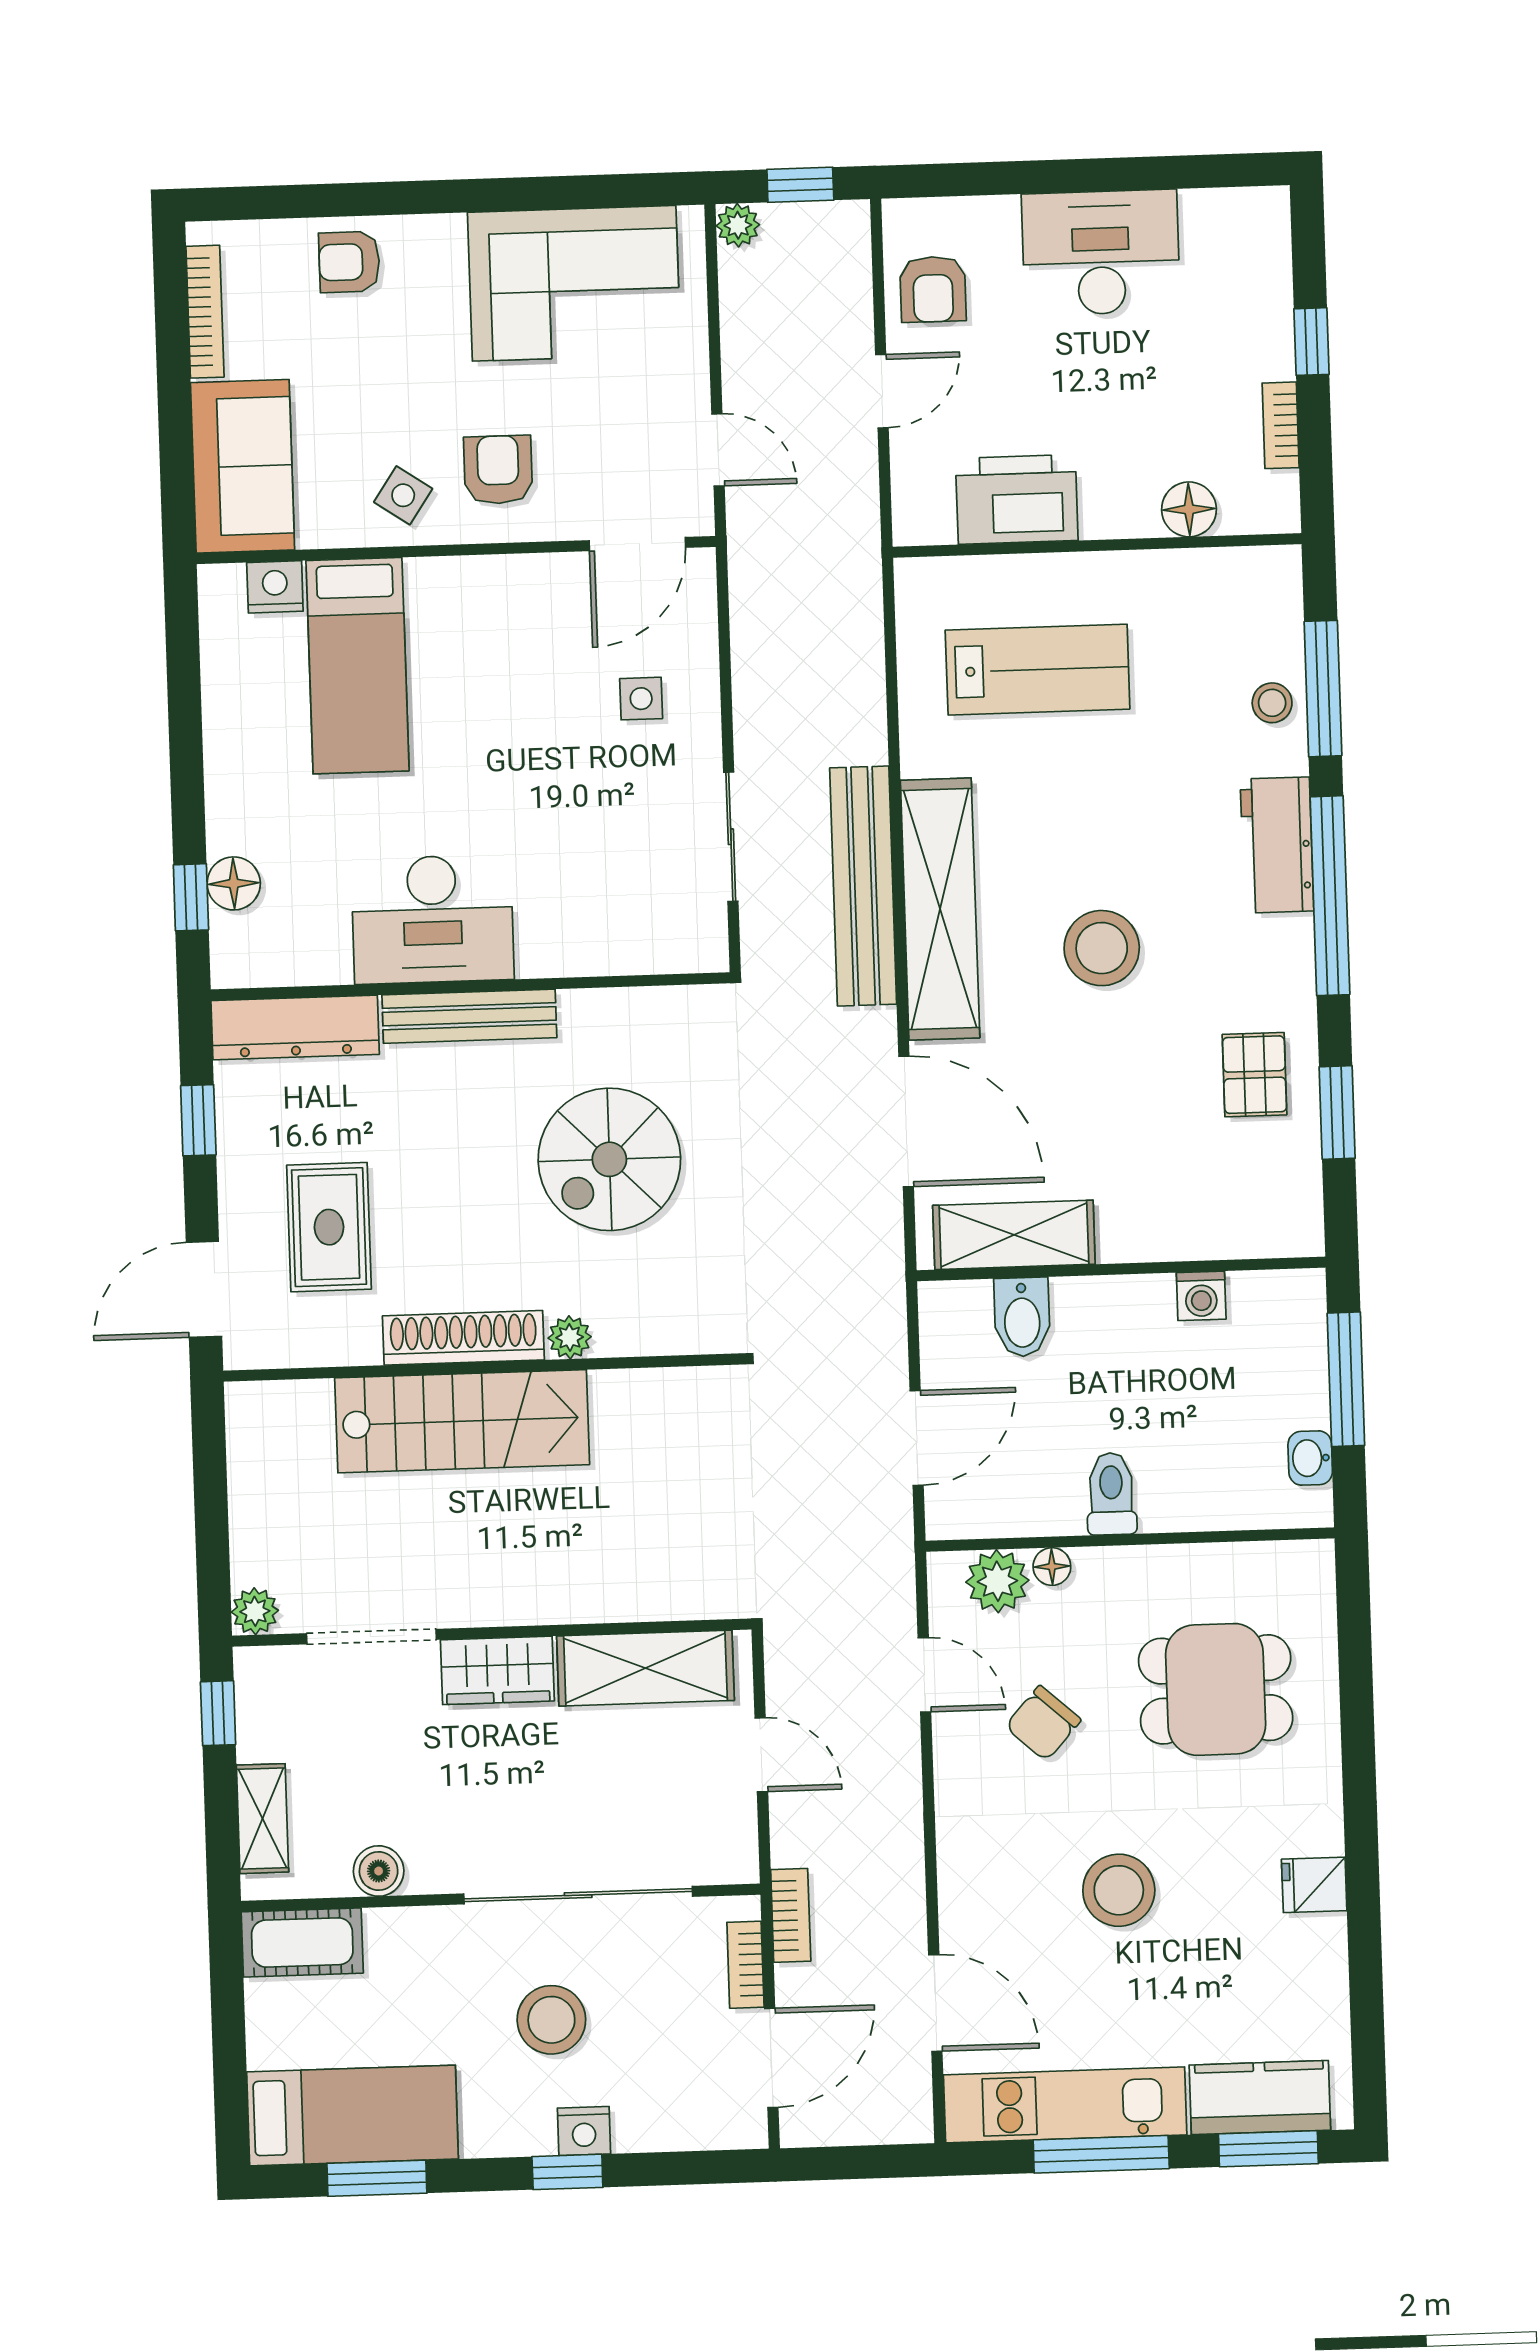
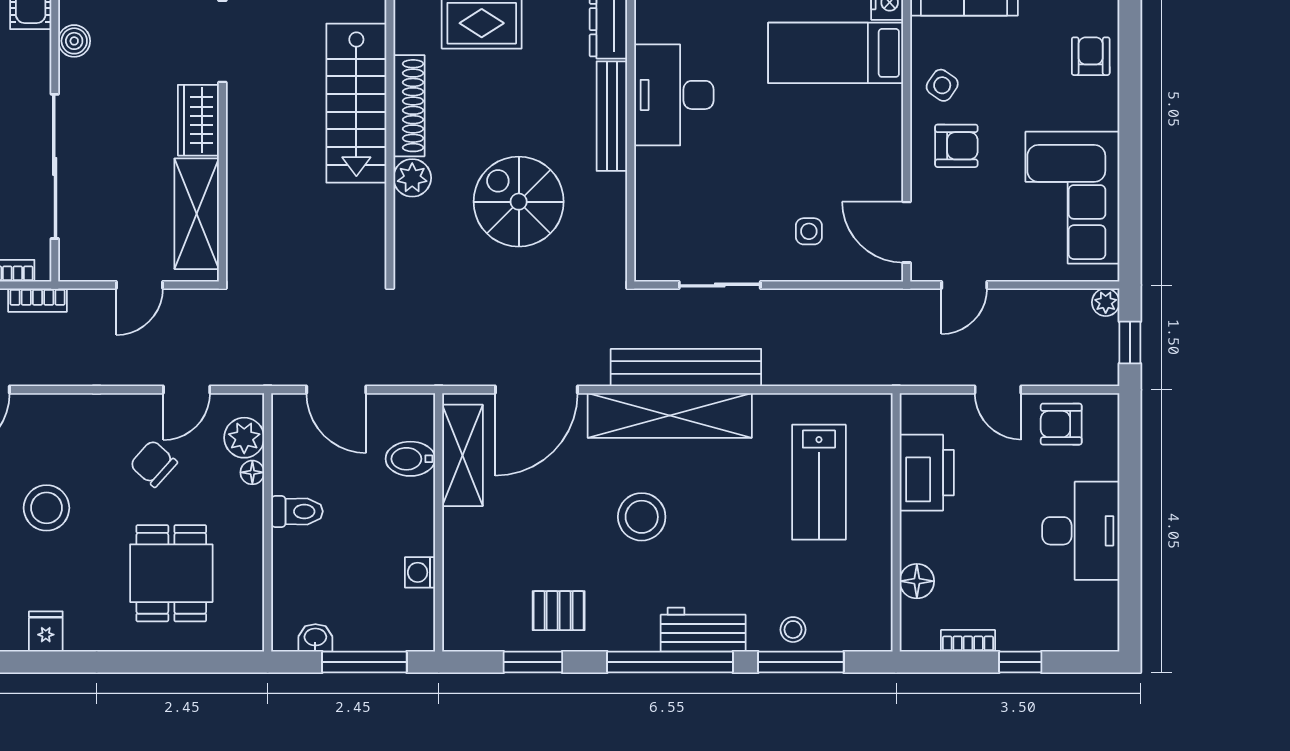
plant: (570, 1337) -> (412, 178), width x1.38, depth x1.38

